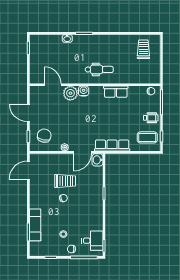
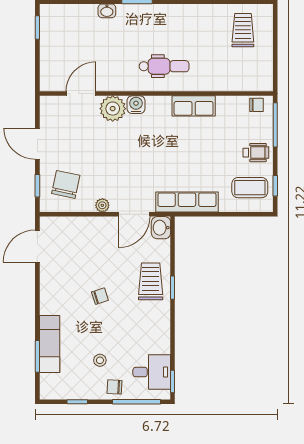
door: (53, 85) -> (81, 94), hinge flipped
trolley: (65, 181) -> (151, 281), moved, turned -90

